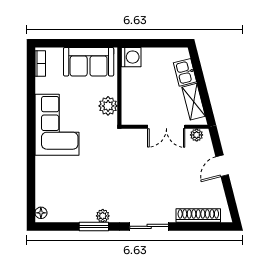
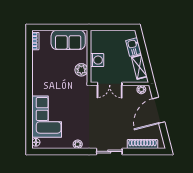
washing machine: (131, 57) -> (97, 60), moved
corner sofa: (57, 125) -> (47, 117), moved
double door: (166, 127) -> (110, 84), moved
door: (222, 166) -> (159, 110), width x1.88
window: (94, 226) -> (72, 151), removed

